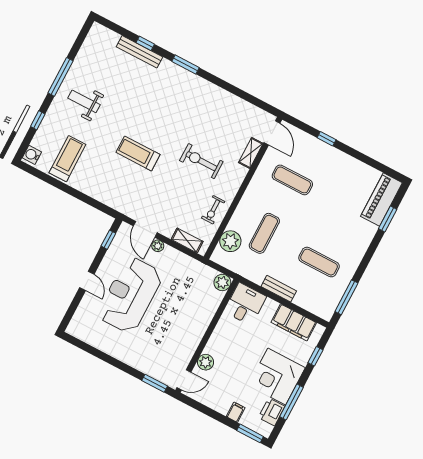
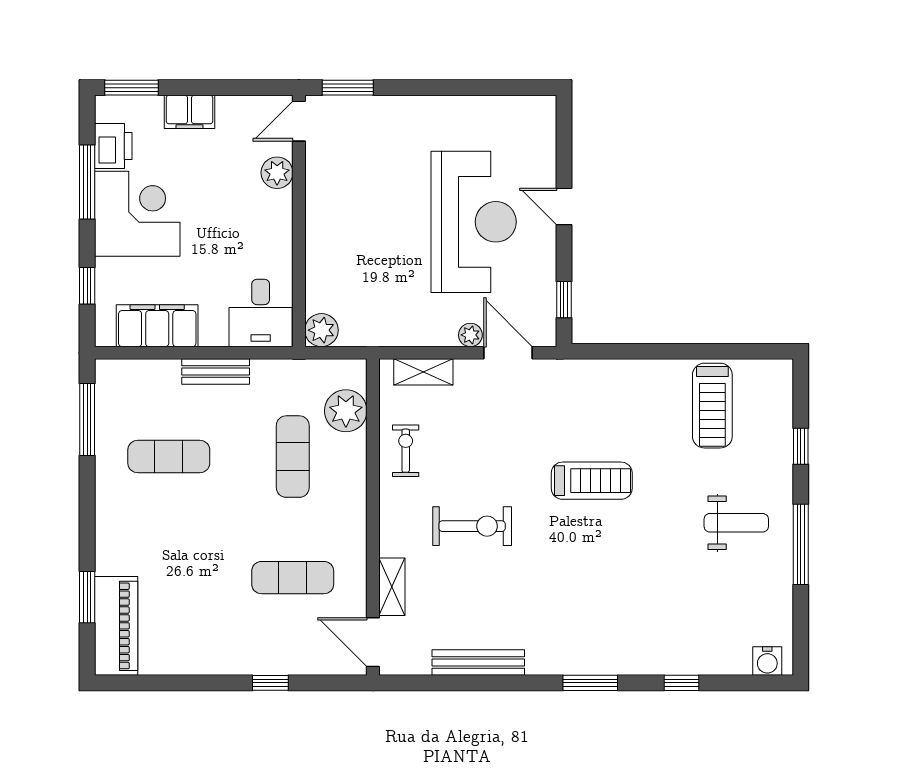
bench: (139, 52) -> (478, 663), moved
water cooler: (32, 155) -> (767, 661), moved, turned 90
filing cabinet: (236, 412) -> (190, 112), width x2.00

